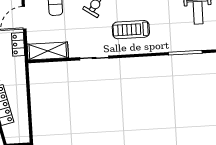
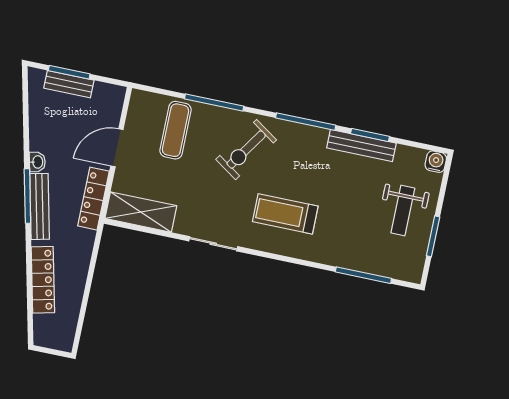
locker: (18, 44) -> (93, 199), width x1.53

